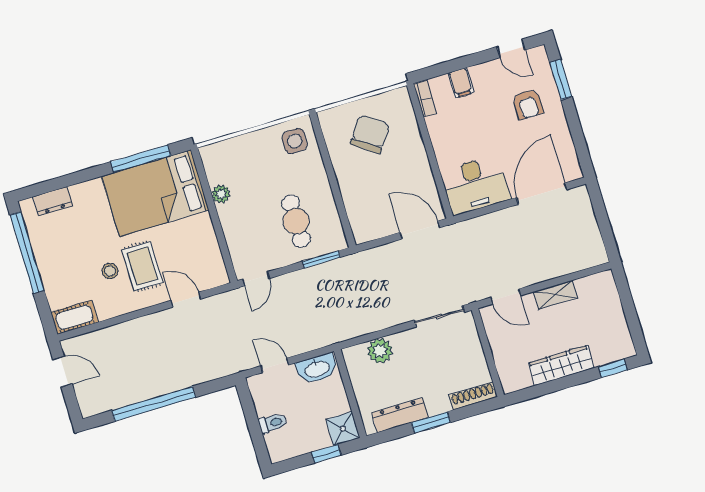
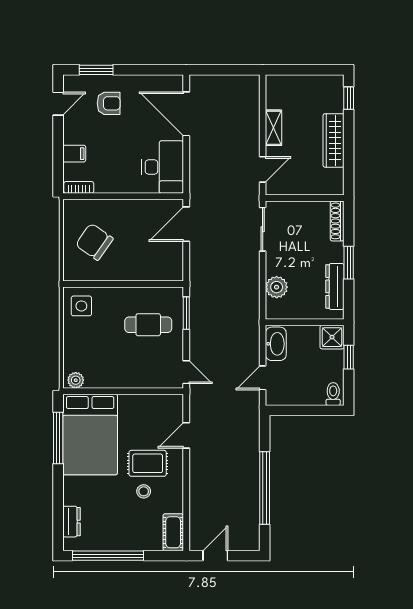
plant: (221, 194) -> (76, 380), moved
toilet: (273, 423) -> (333, 394), moved

